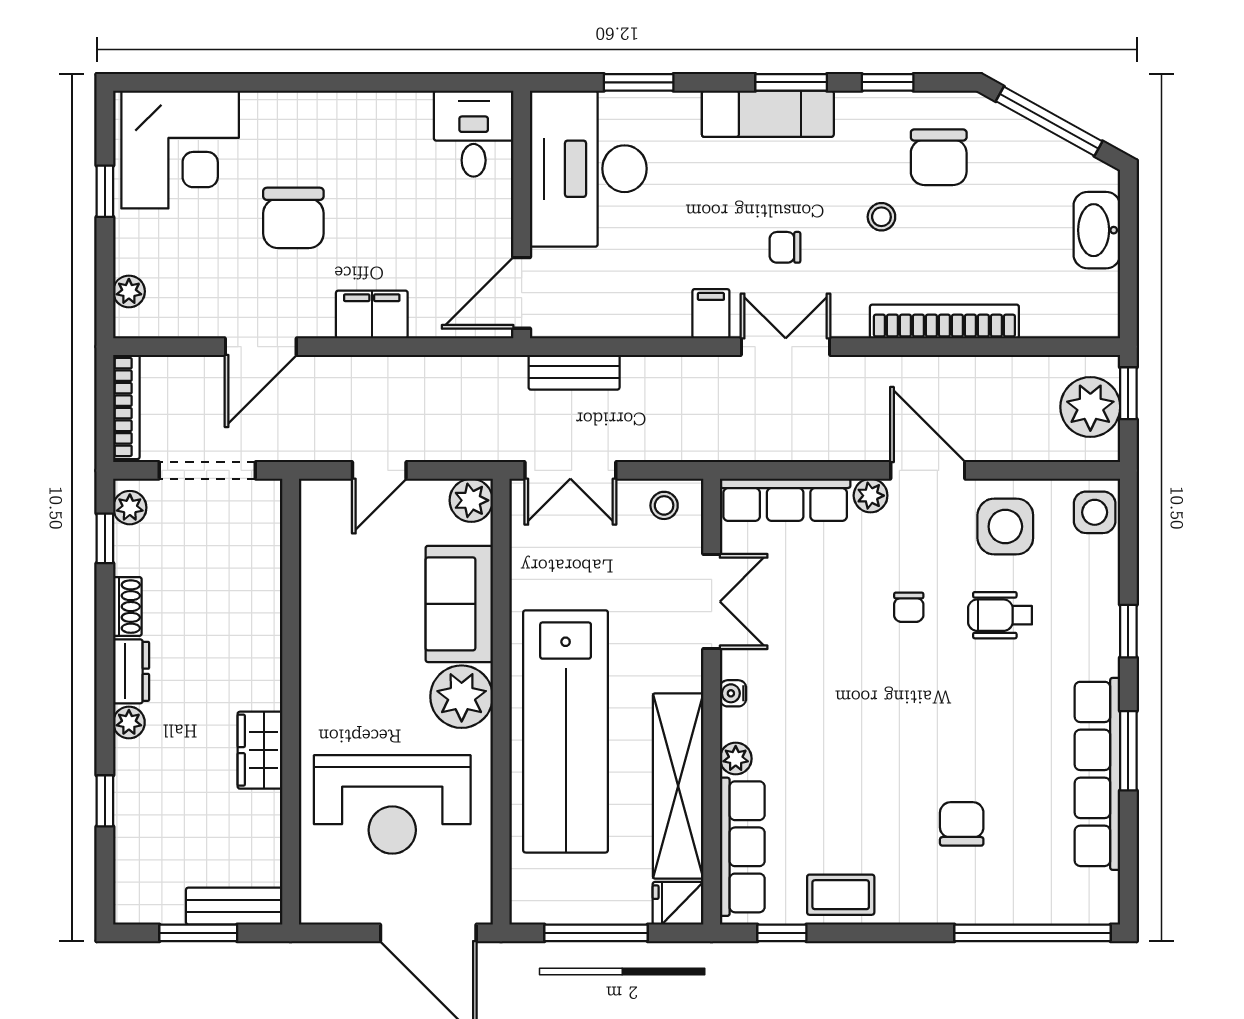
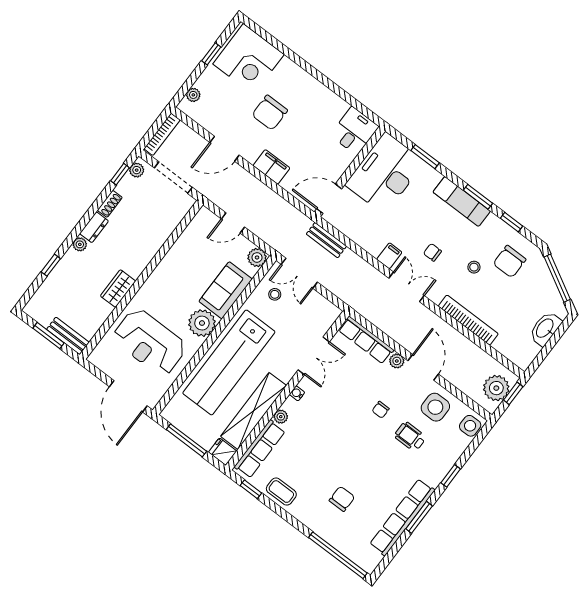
stool: (664, 505) -> (275, 294), moved

